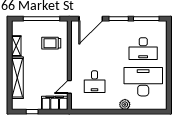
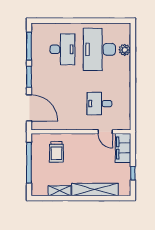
desk: (95, 82) -> (99, 104), turned 180
plant: (125, 104) -> (125, 50), moved

